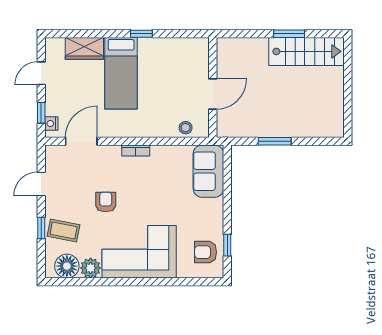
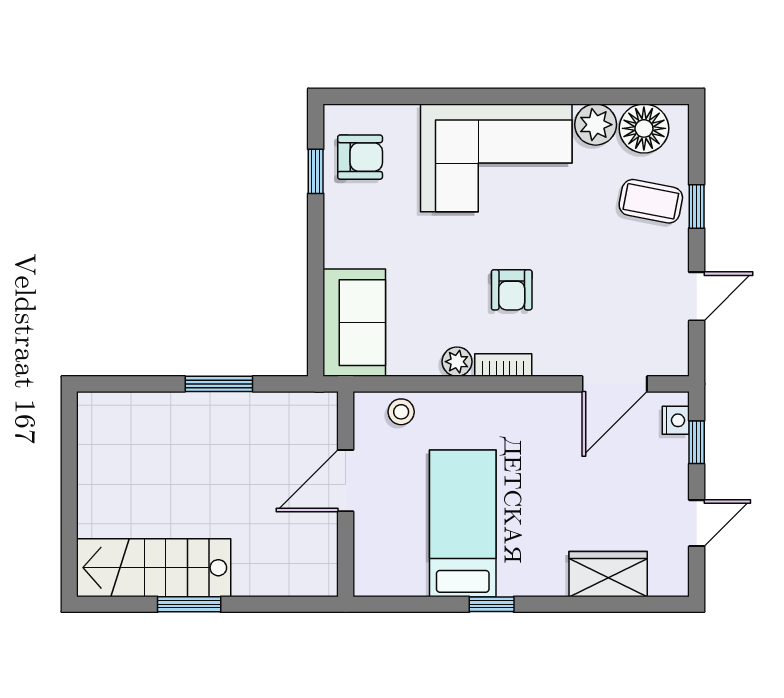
bed: (121, 73) -> (463, 523), moved
plant: (158, 152) -> (457, 362), added
armchair: (106, 202) -> (512, 290), moved

